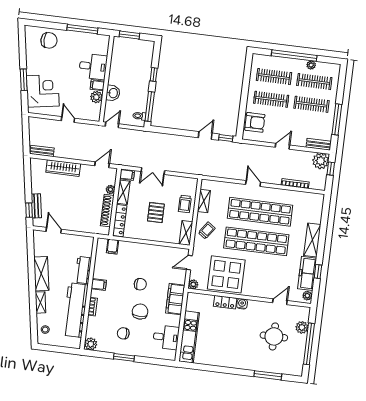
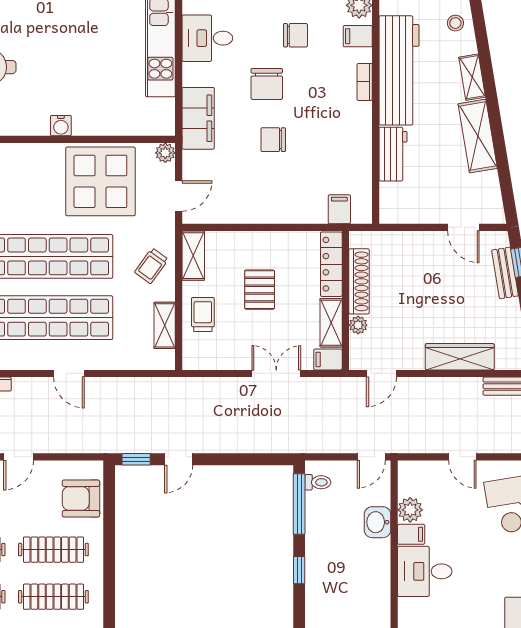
filing cabinet: (99, 285) -> (358, 36), moved
locker: (225, 302) -> (96, 124), removed

